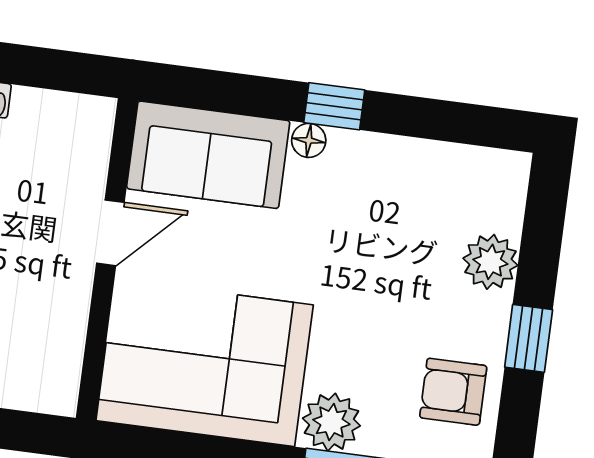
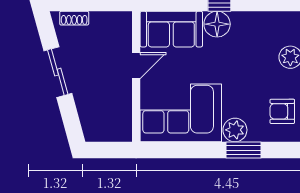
floor lamp: (309, 140) -> (217, 24), width x1.89, depth x1.89

